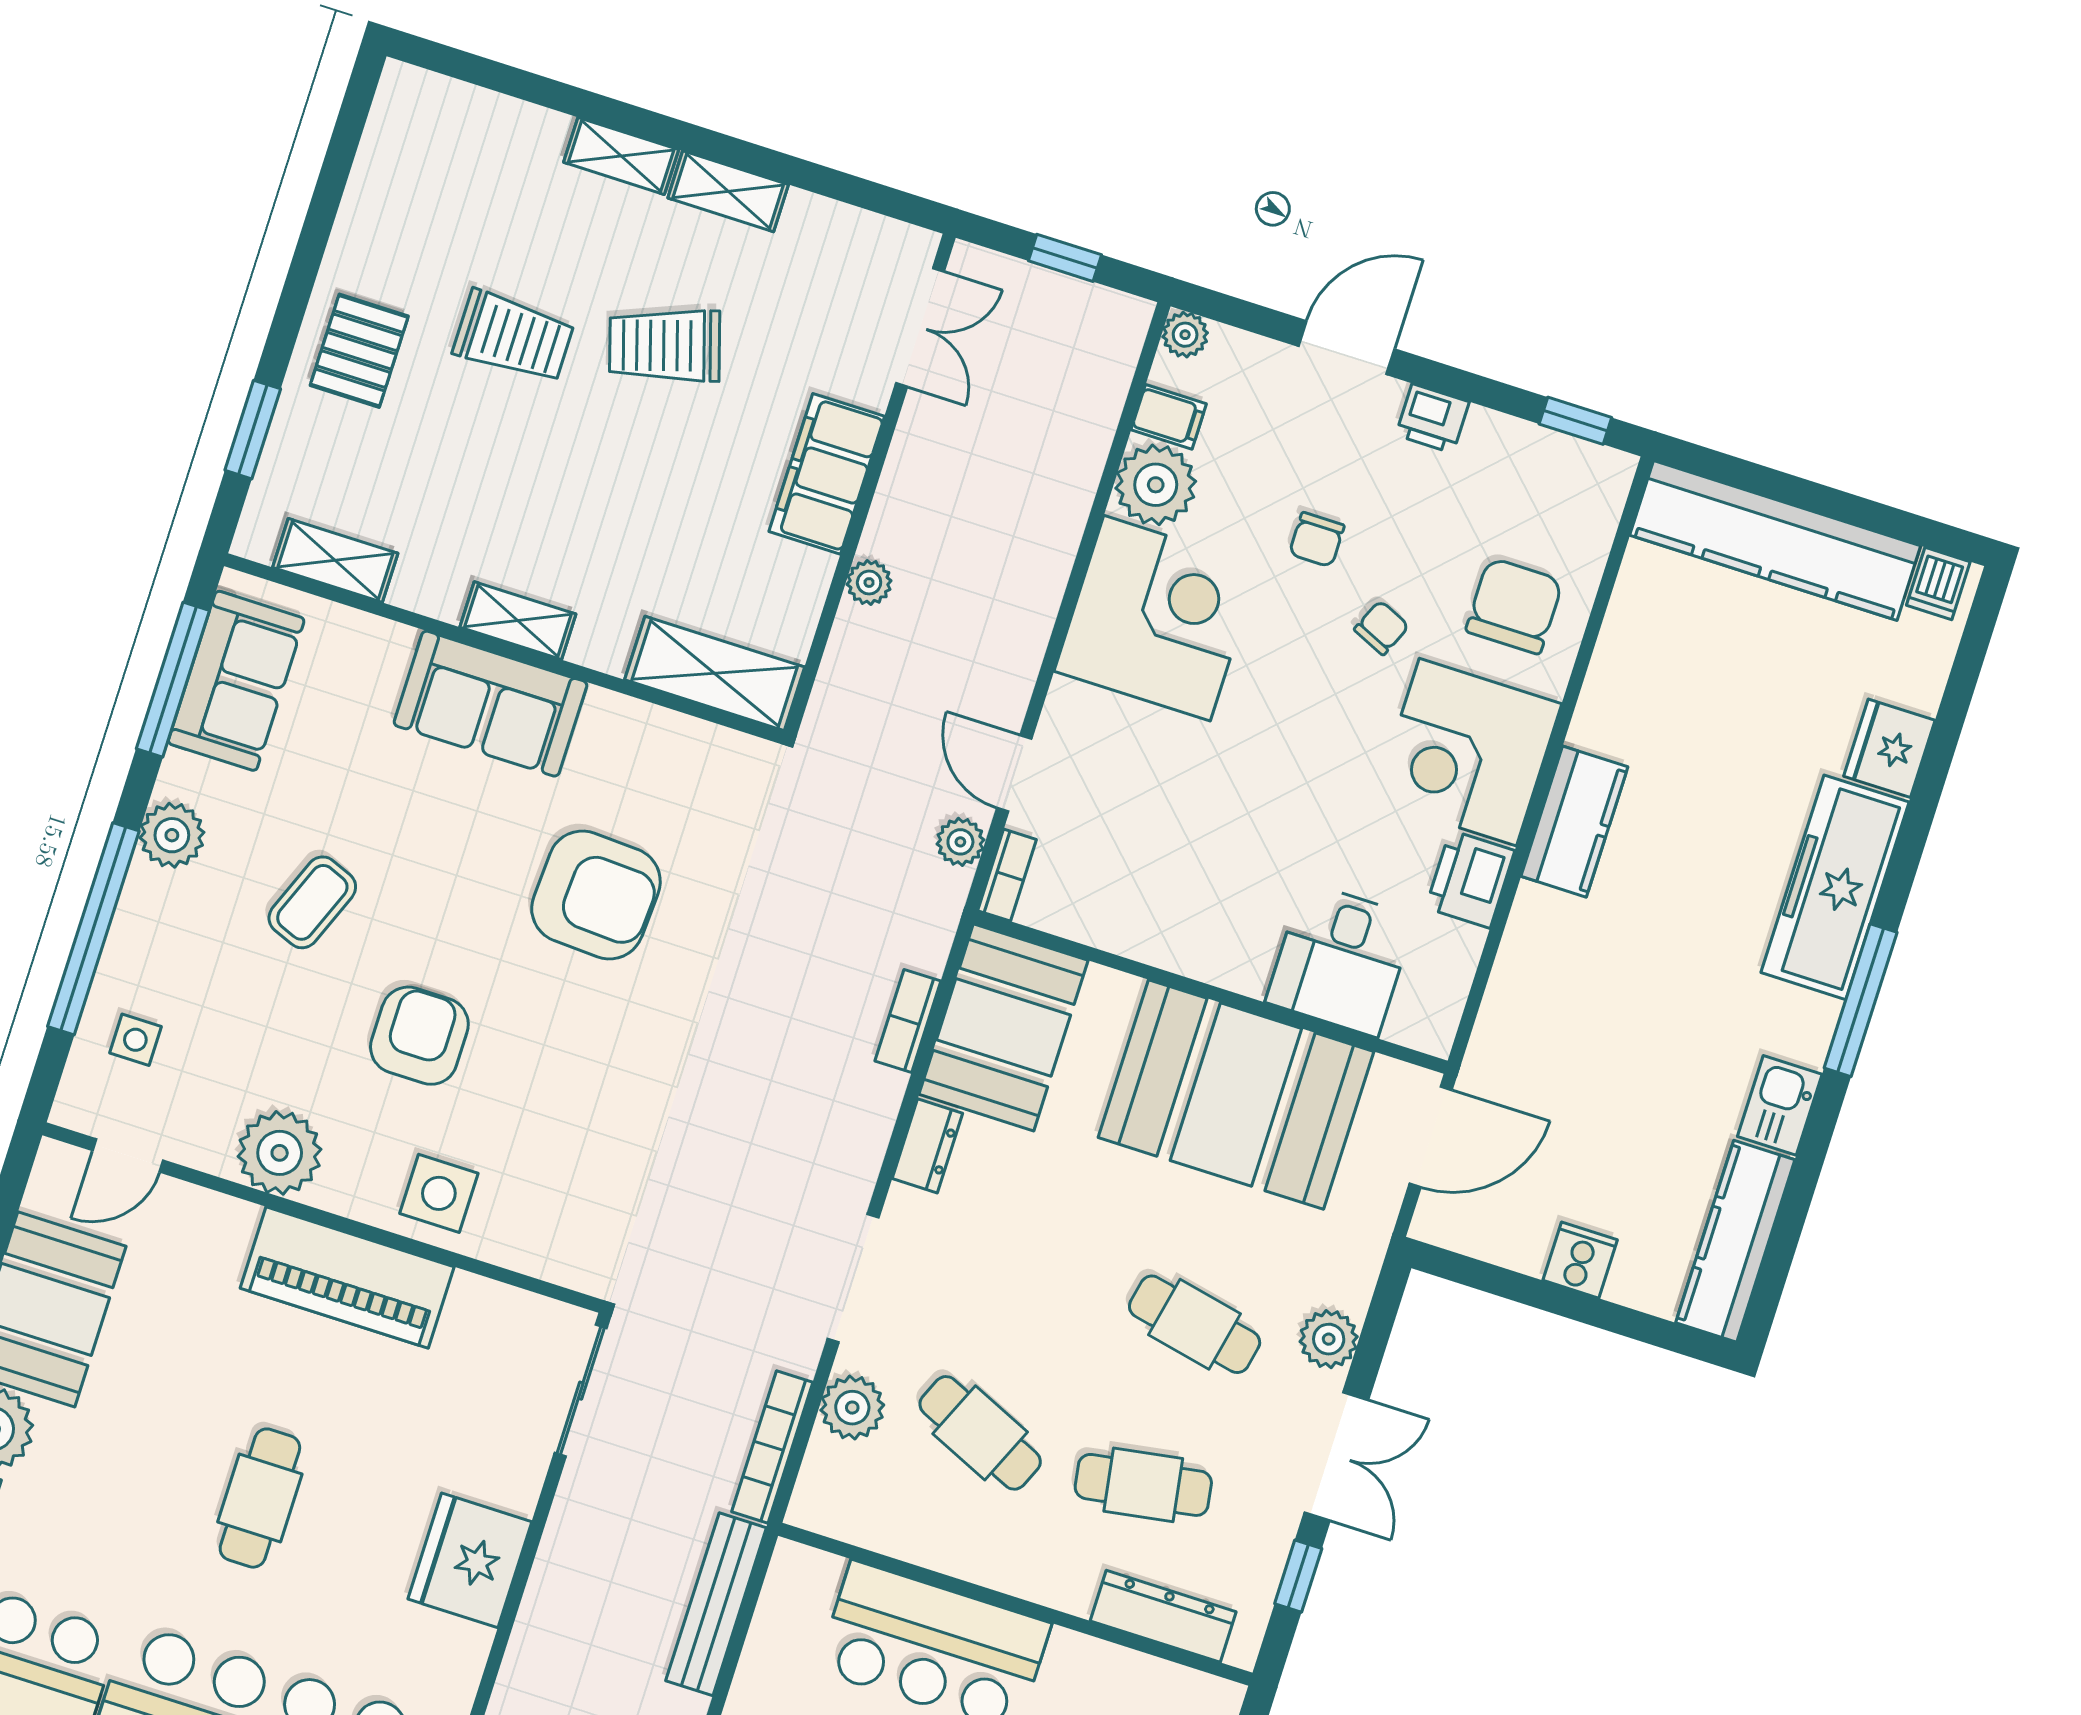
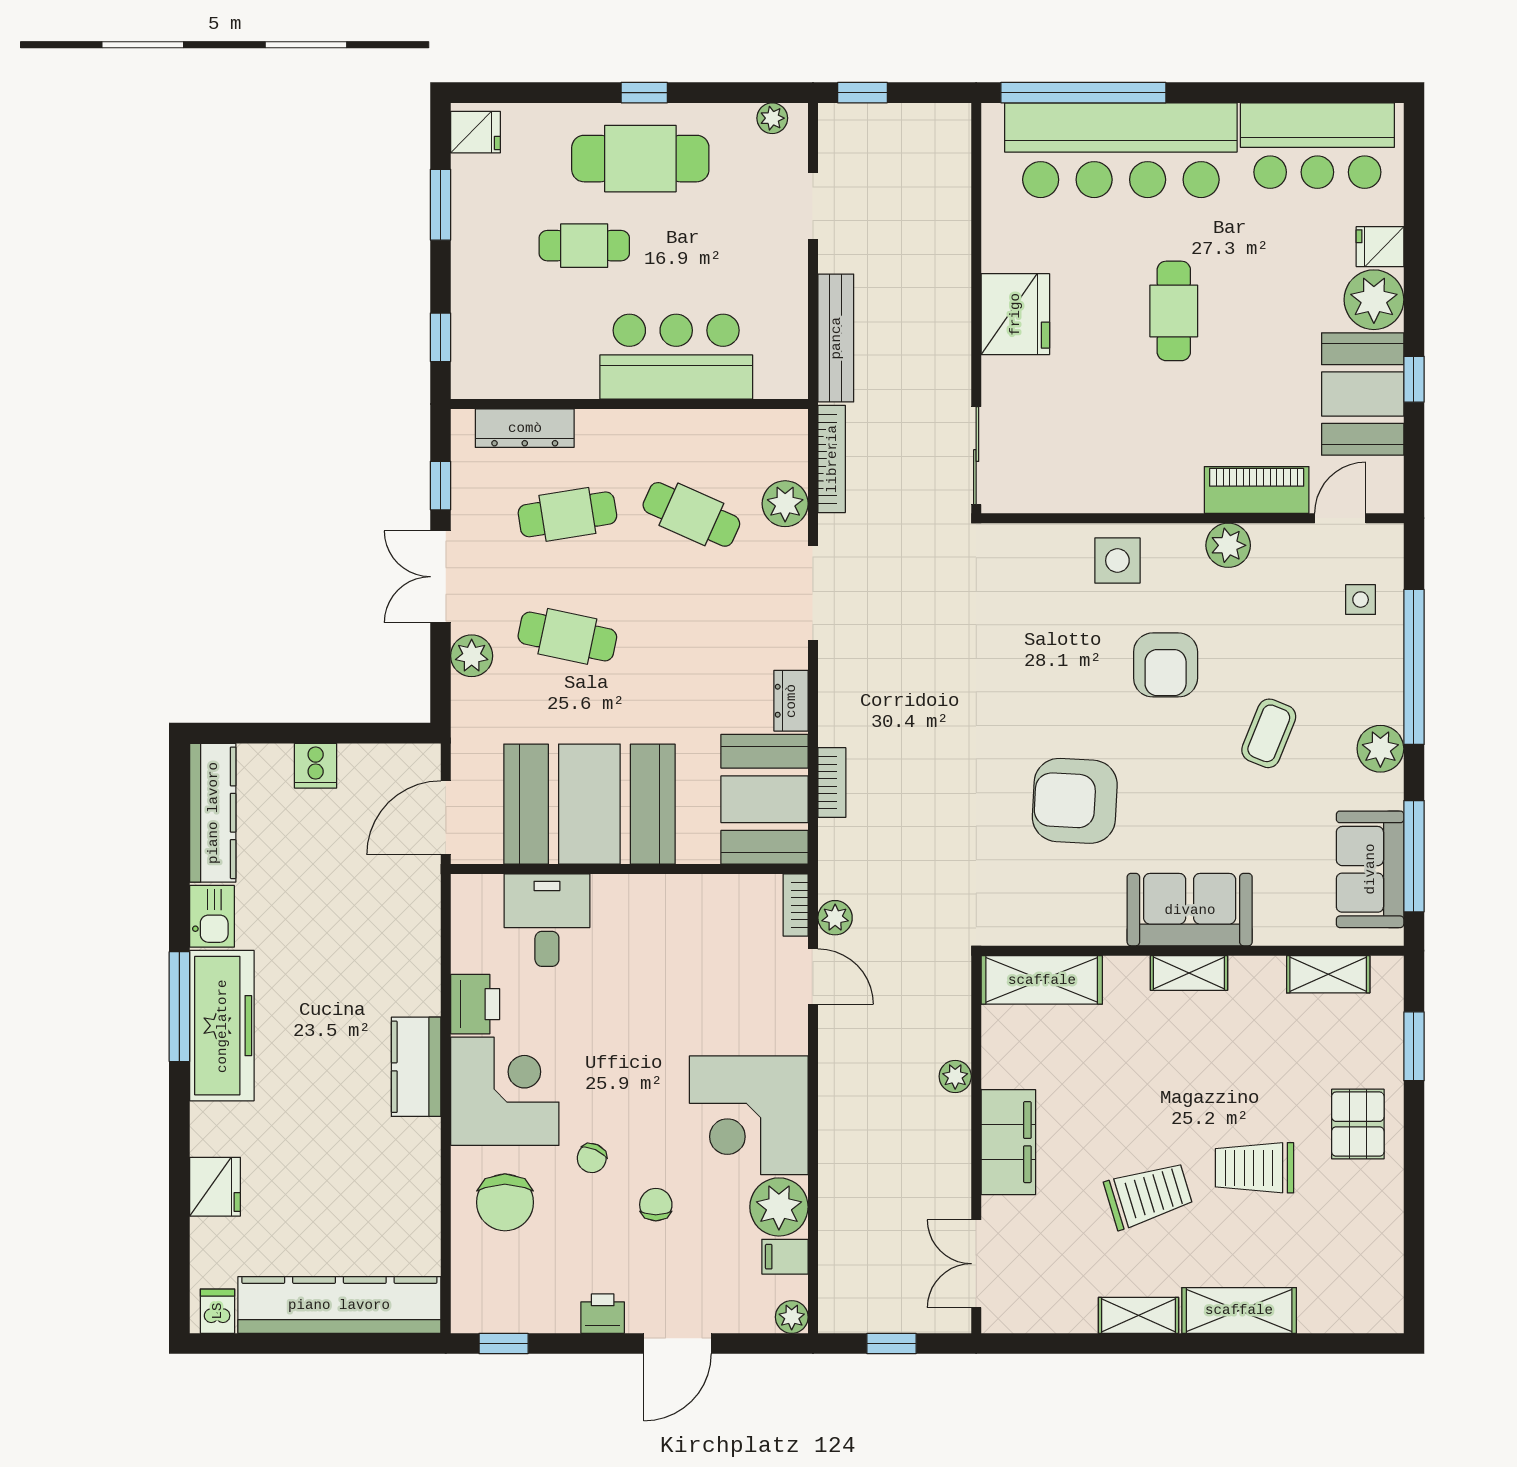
shelving: (621, 156) -> (1239, 1310), width x1.50, depth x1.33
freezer: (1835, 887) -> (222, 1026), moved
plant: (280, 1153) -> (1228, 545), width x0.73, depth x0.73
piano: (347, 1277) -> (1257, 490), moved, width x0.73, depth x0.75

